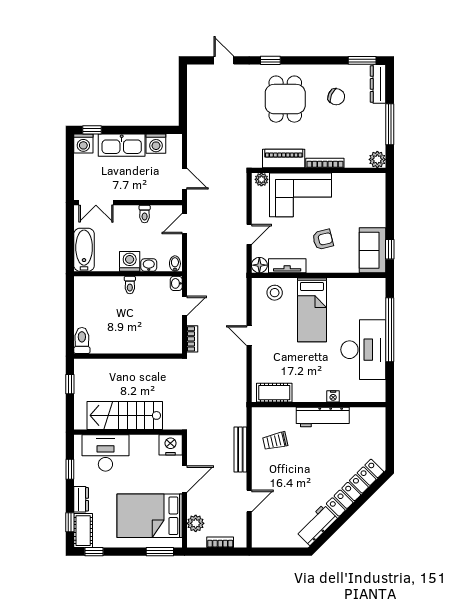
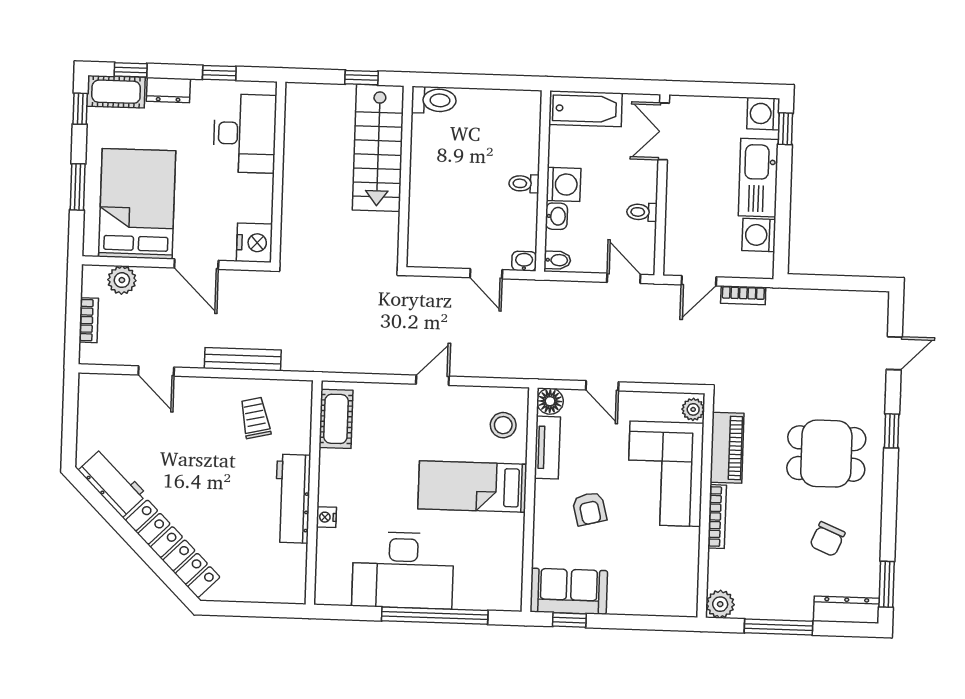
bookcase: (192, 339) -> (743, 295), moved
stairs: (125, 415) -> (378, 148), moved, turned 180
window: (160, 552) -> (78, 187), moved

